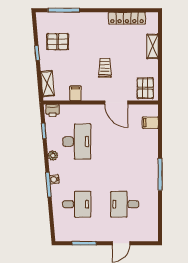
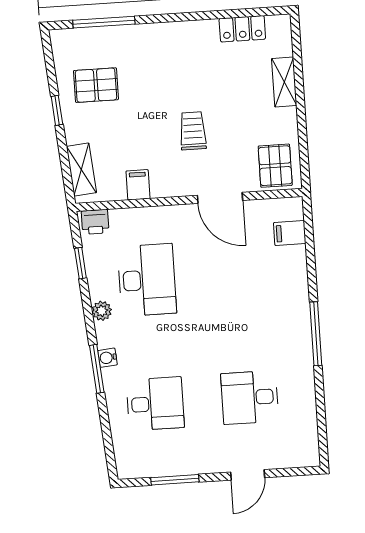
locker: (127, 18) -> (242, 29), width x0.66

